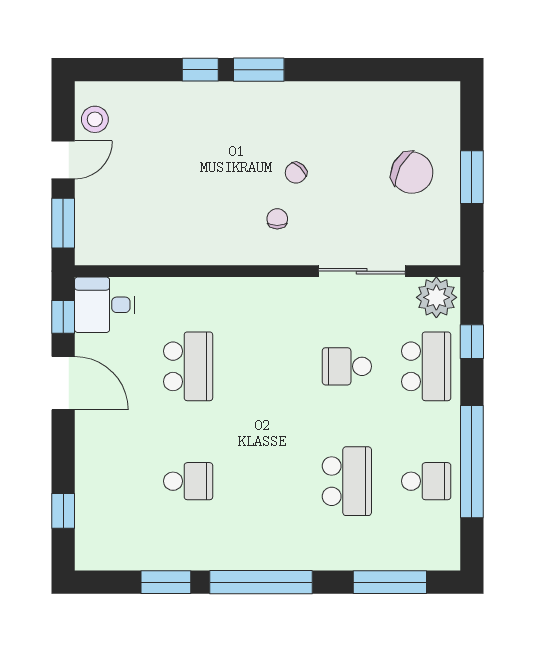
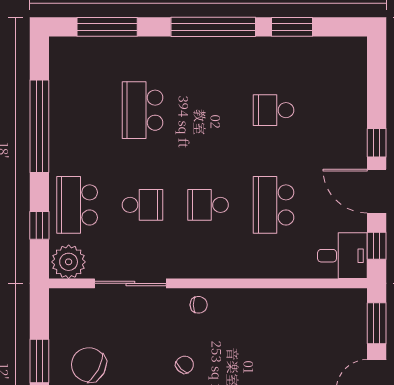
chair: (277, 219) -> (199, 305), moved, turned -90
school desk: (426, 481) -> (208, 205), moved
window: (63, 511) -> (377, 143), moved

